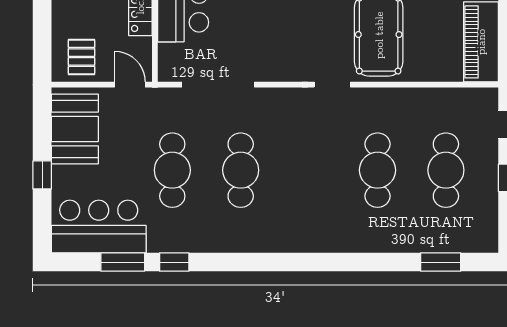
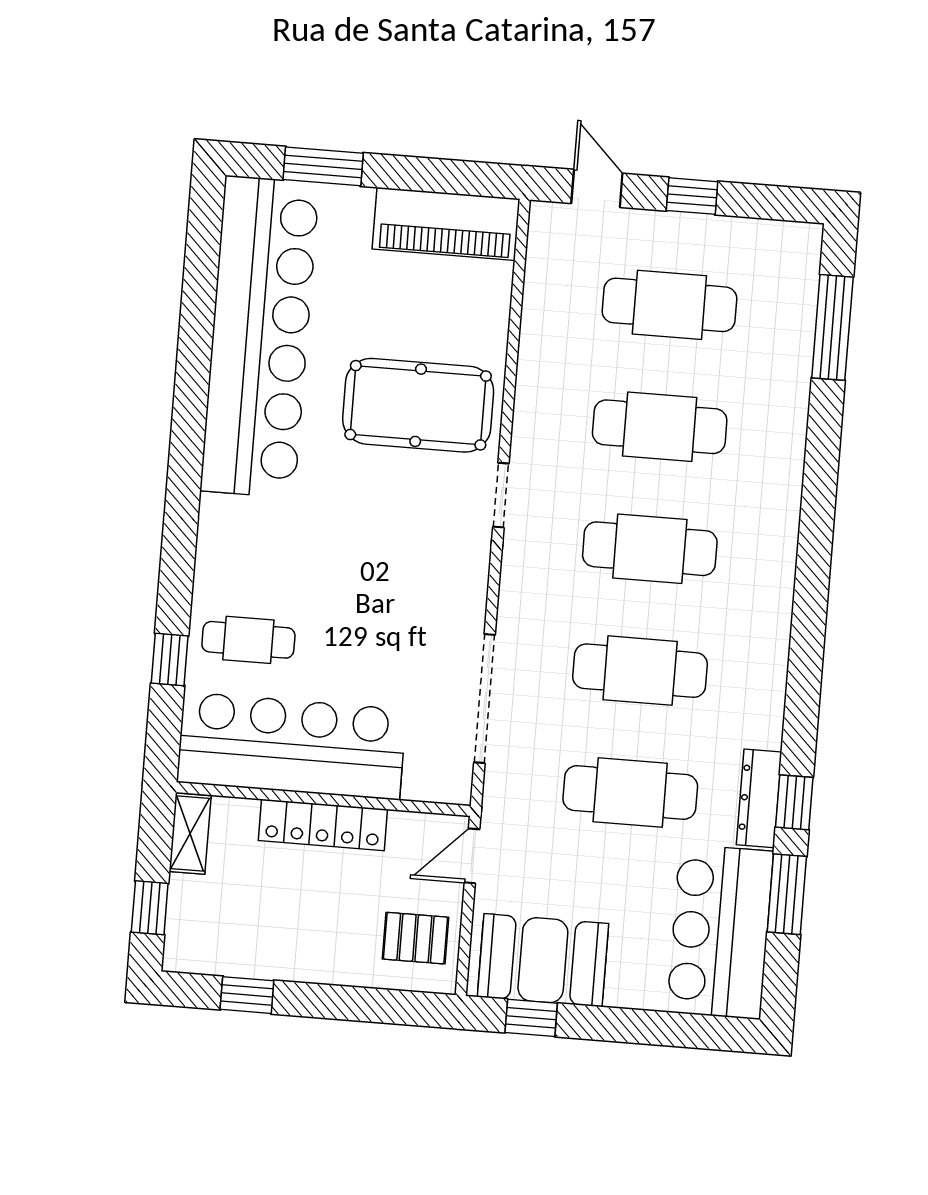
cafe table: (309, 170) -> (650, 549), added
window: (42, 175) -> (531, 1018), moved
dresser: (175, 242) -> (759, 798), added
window: (441, 262) -> (832, 327), width x1.44

